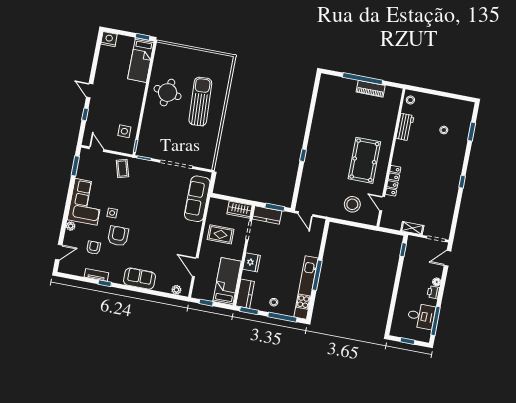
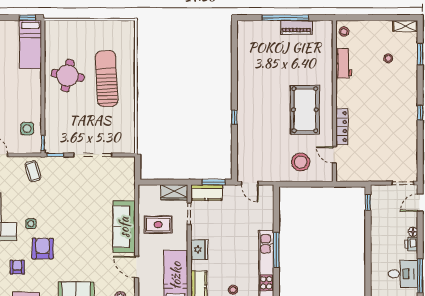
sofa: (197, 199) -> (124, 227), moved
shelving: (412, 228) -> (405, 26), moved

